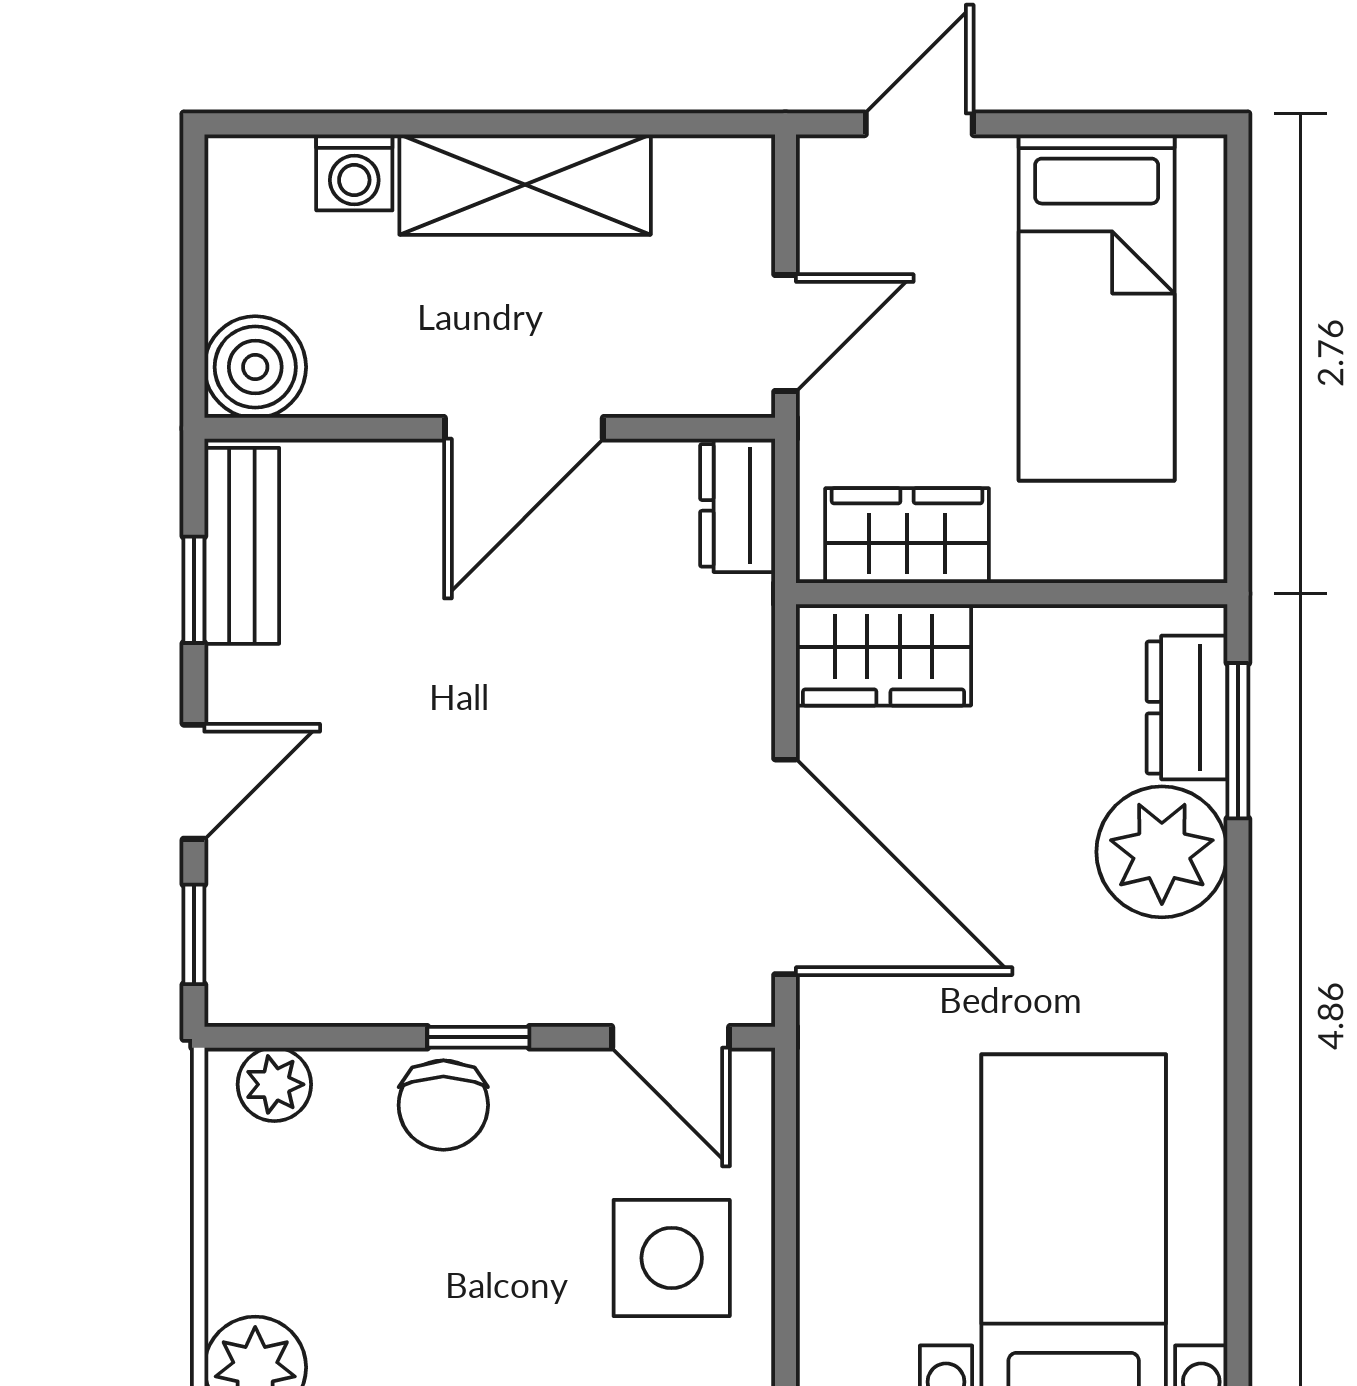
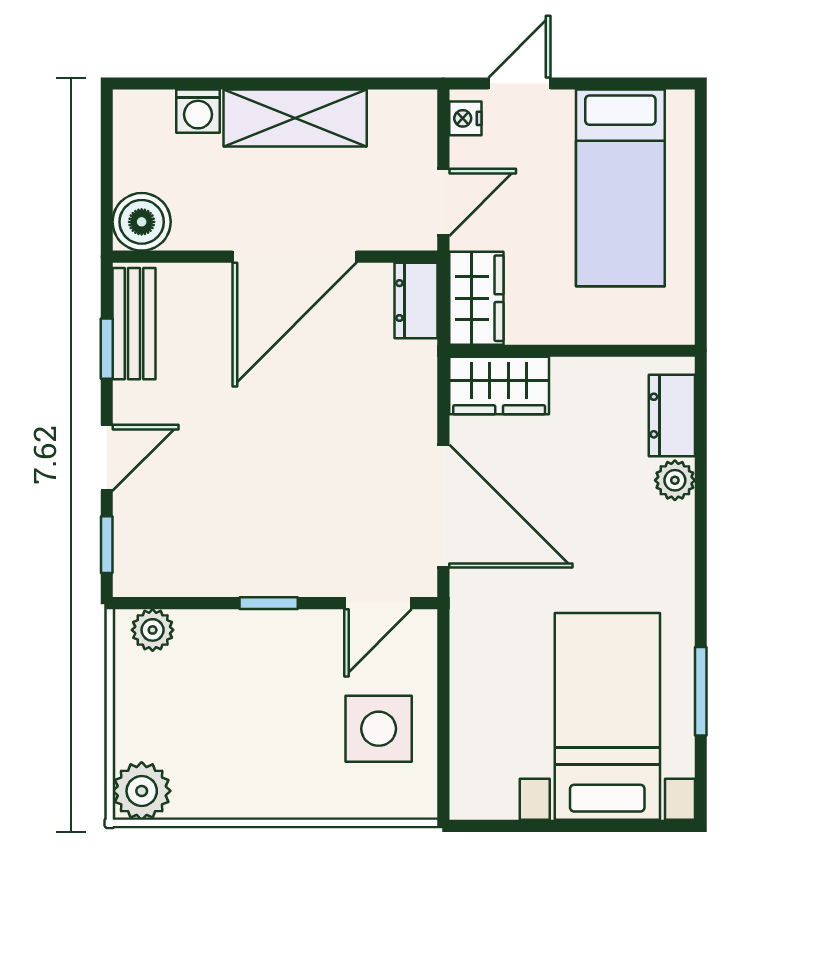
nightstand: (824, 185) -> (465, 118), added
door: (524, 428) -> (295, 257), width x1.36
wardrobe: (907, 536) -> (476, 298), moved, turned 90
window: (1238, 741) -> (701, 691), moved
plant: (1162, 852) -> (675, 480), width x0.53, depth x0.53
door: (671, 1037) -> (378, 603), hinge flipped
chair: (443, 1105) -> (249, 642), removed

